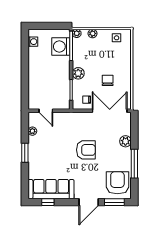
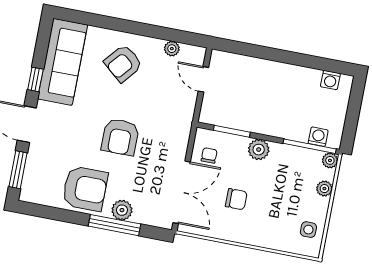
washing machine: (61, 47) -> (318, 137), width x0.53, depth x0.53
door: (46, 111) -> (203, 79), hinge flipped
window: (25, 153) -> (136, 28), removed
armchair: (45, 156) -> (123, 63), added
window: (134, 164) -> (114, 225), moved
armchair: (117, 183) -> (85, 189), moved
window: (48, 202) -> (35, 79), moved

